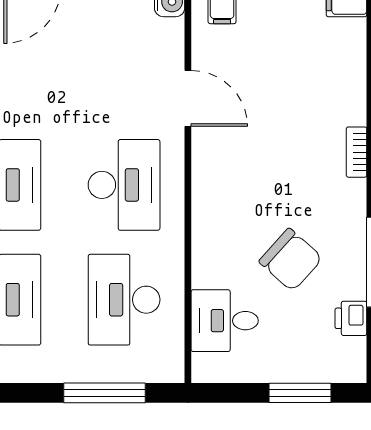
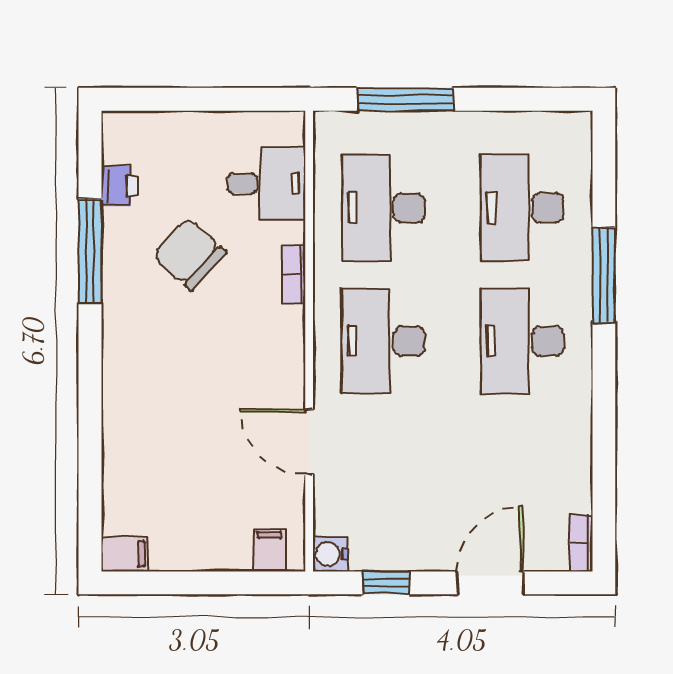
bookcase: (357, 152) -> (294, 275), moved, turned 180
desk: (124, 300) -> (383, 208), turned 180
window: (300, 393) -> (179, 99), removed

